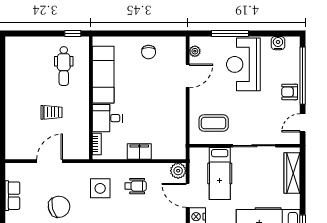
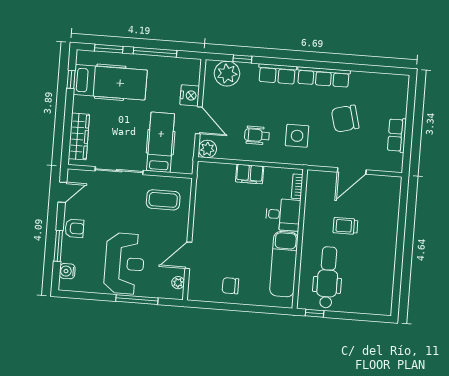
water cooler: (278, 43) -> (67, 271), moved, turned 90
chair: (149, 52) -> (230, 286), turned -90
dental chair: (64, 66) -> (328, 277), width x1.36, depth x1.38
window: (303, 76) -> (58, 246), width x0.47

